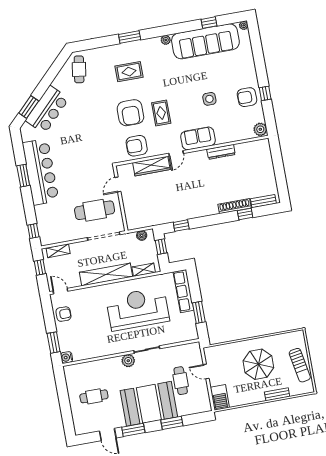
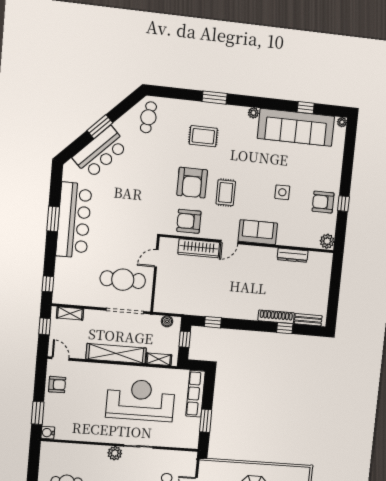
window: (29, 107) -> (100, 127), moved
dresser: (221, 152) -> (293, 255), moved

